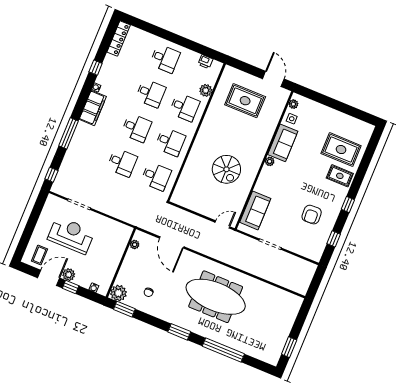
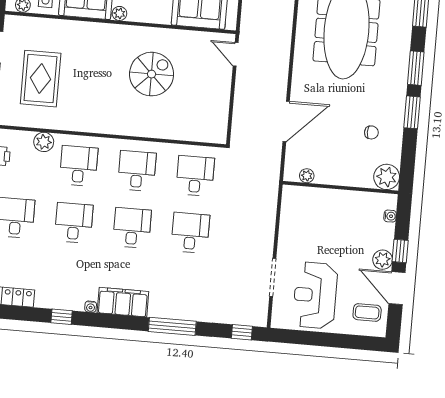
reception desk: (71, 235) -> (315, 295), moved
window: (124, 309) -> (412, 112), moved

